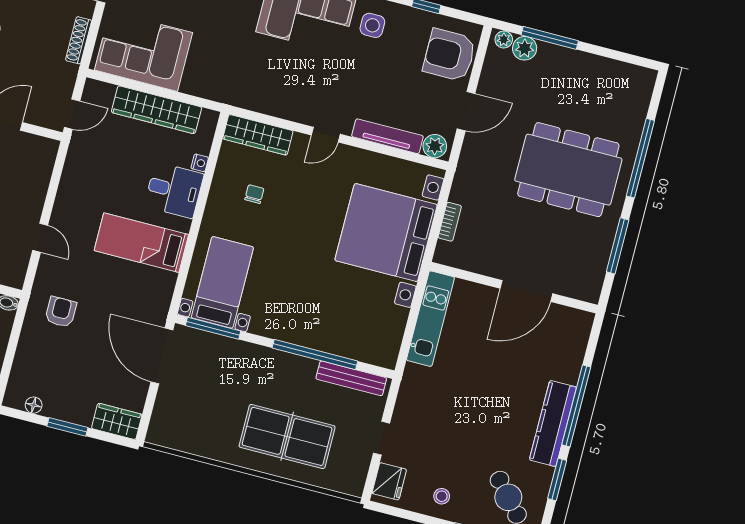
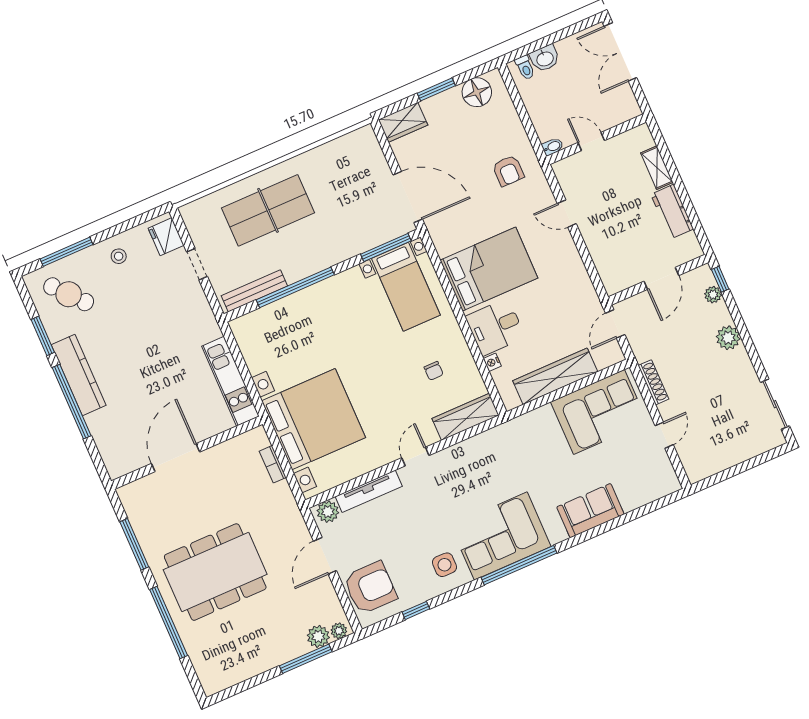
bed: (141, 243) -> (489, 269), width x1.50
floor lamp: (34, 405) -> (477, 92), width x1.89, depth x1.89

